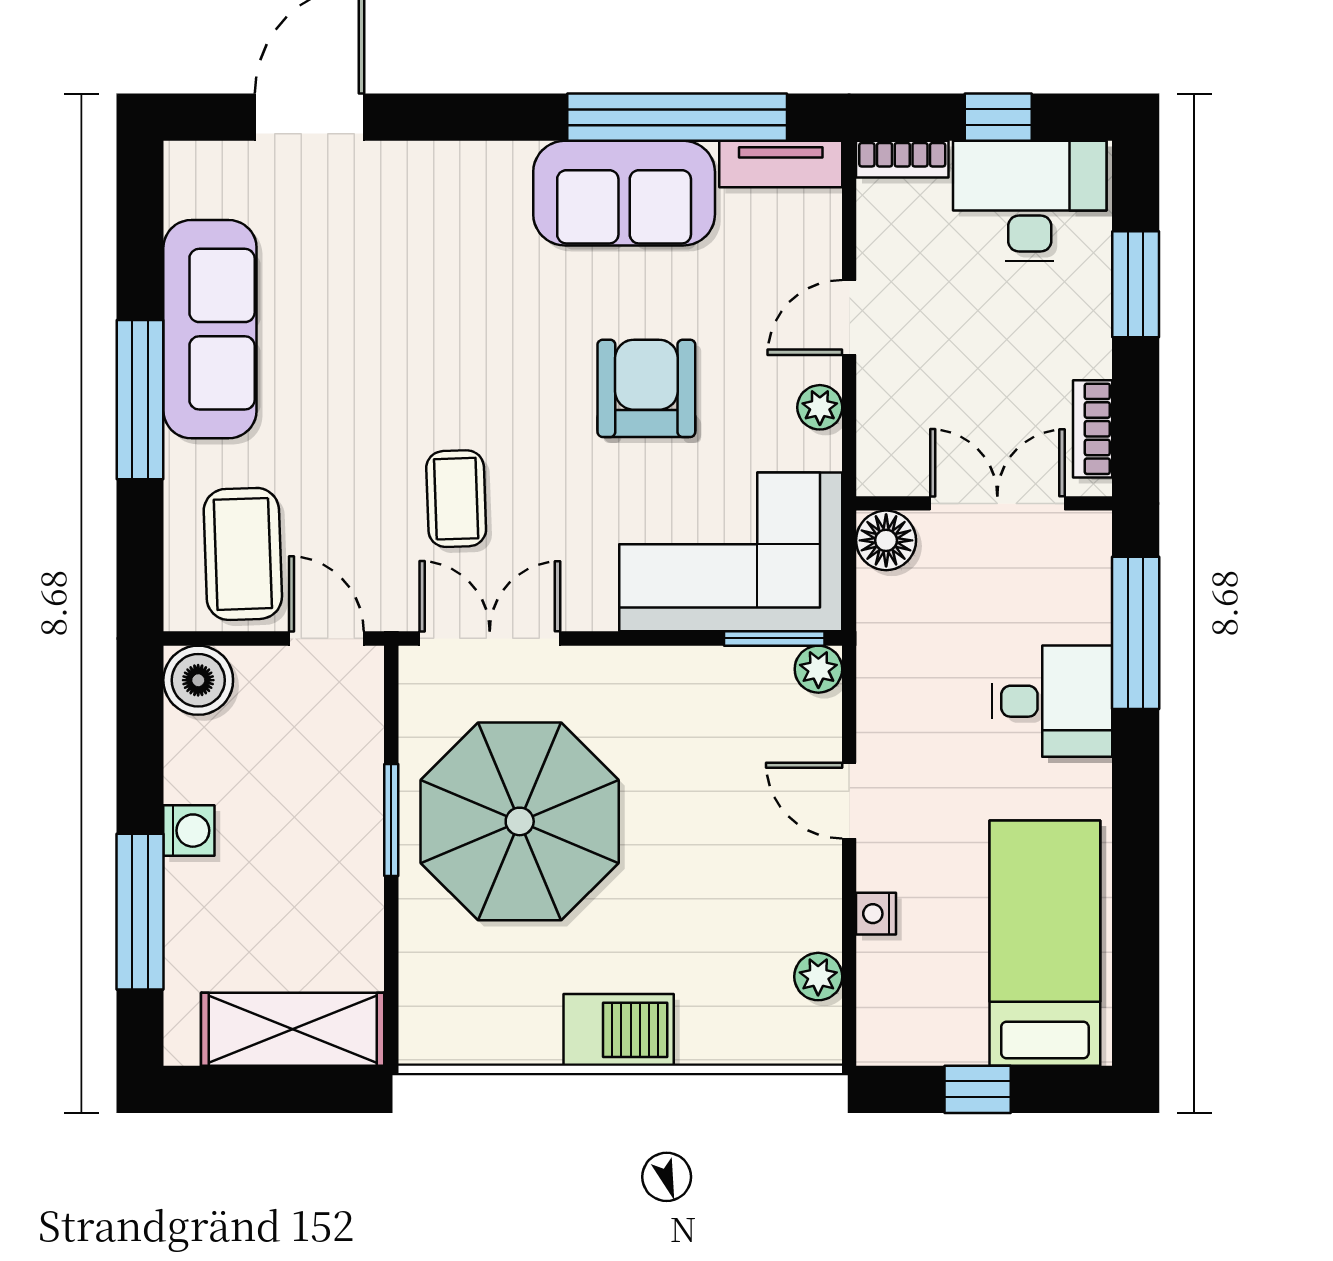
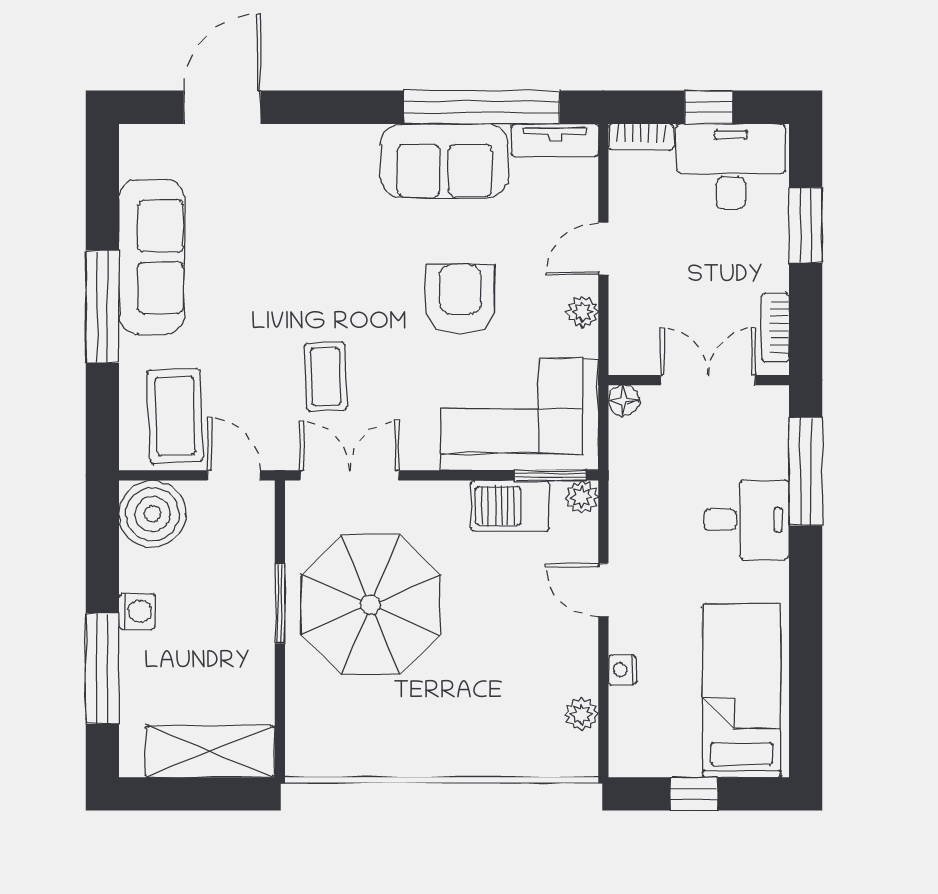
floor lamp: (886, 540) -> (624, 400), width x0.73, depth x0.73
boiler: (198, 680) -> (153, 514), width x1.37, depth x1.37
barbecue: (619, 1030) -> (510, 506), moved, turned 180

